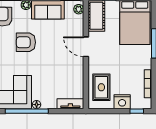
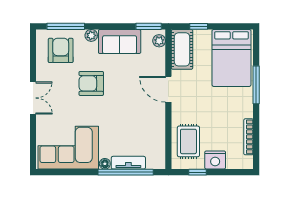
tv unit: (70, 104) -> (128, 163), moved
window: (27, 111) -> (126, 172), moved
window: (137, 111) -> (198, 172), moved

